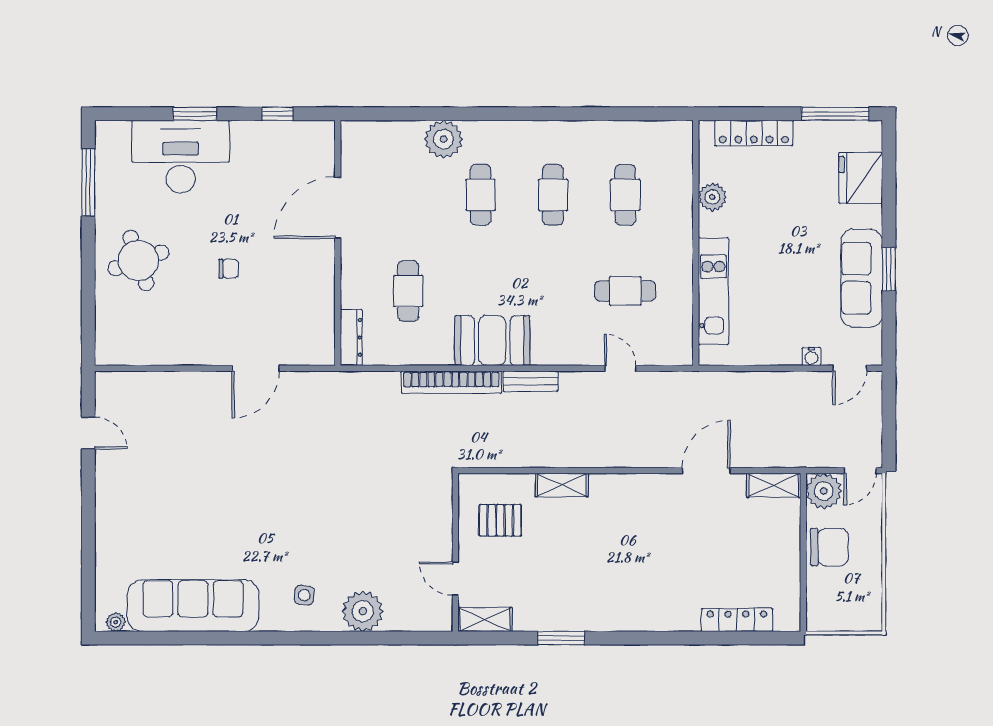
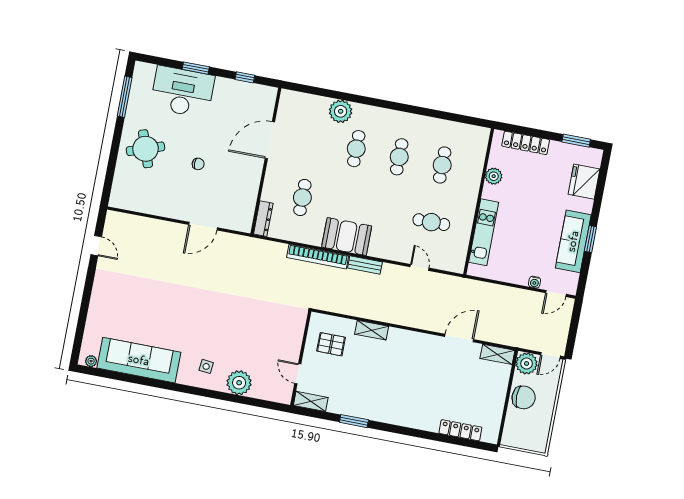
window: (835, 114) -> (576, 141), width x0.69

